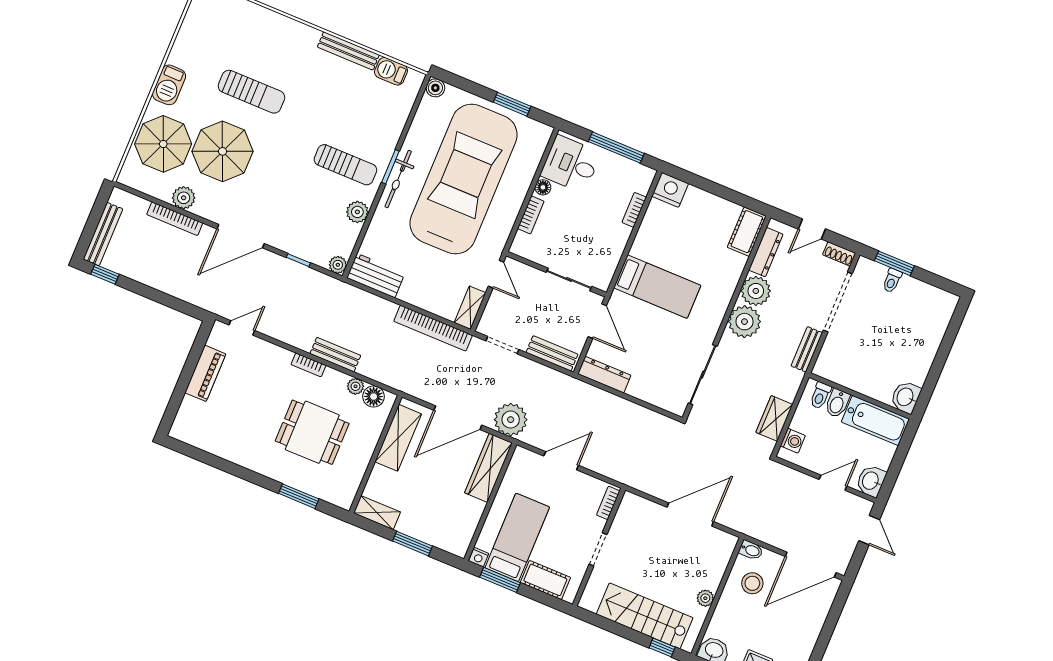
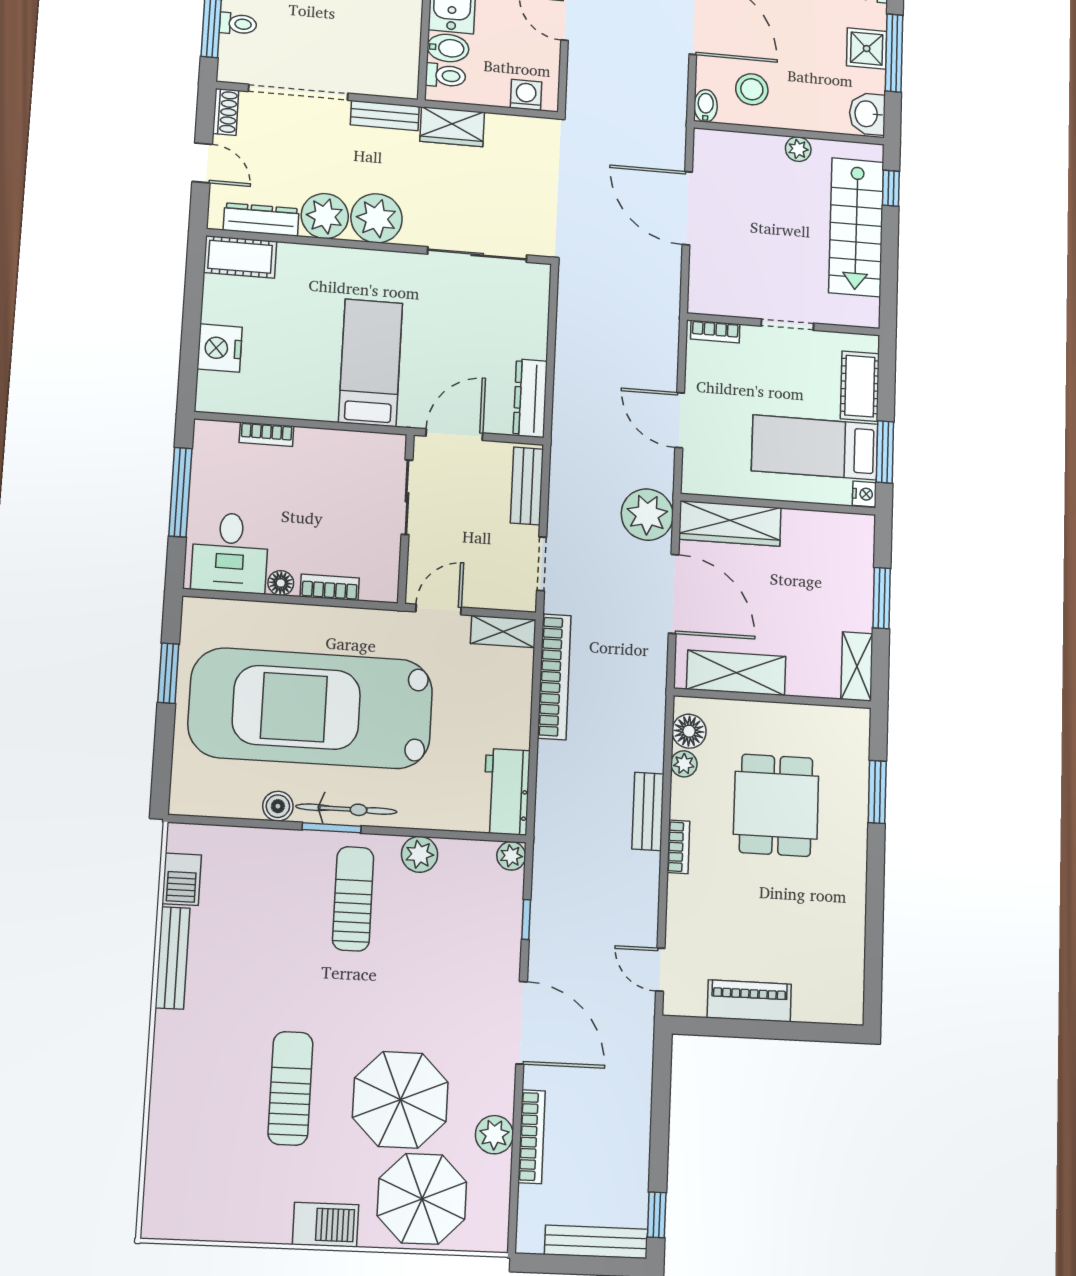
boiler: (435, 88) -> (278, 806), moved
nightstand: (670, 190) -> (220, 348), moved
wardrobe: (774, 418) -> (452, 127), moved

